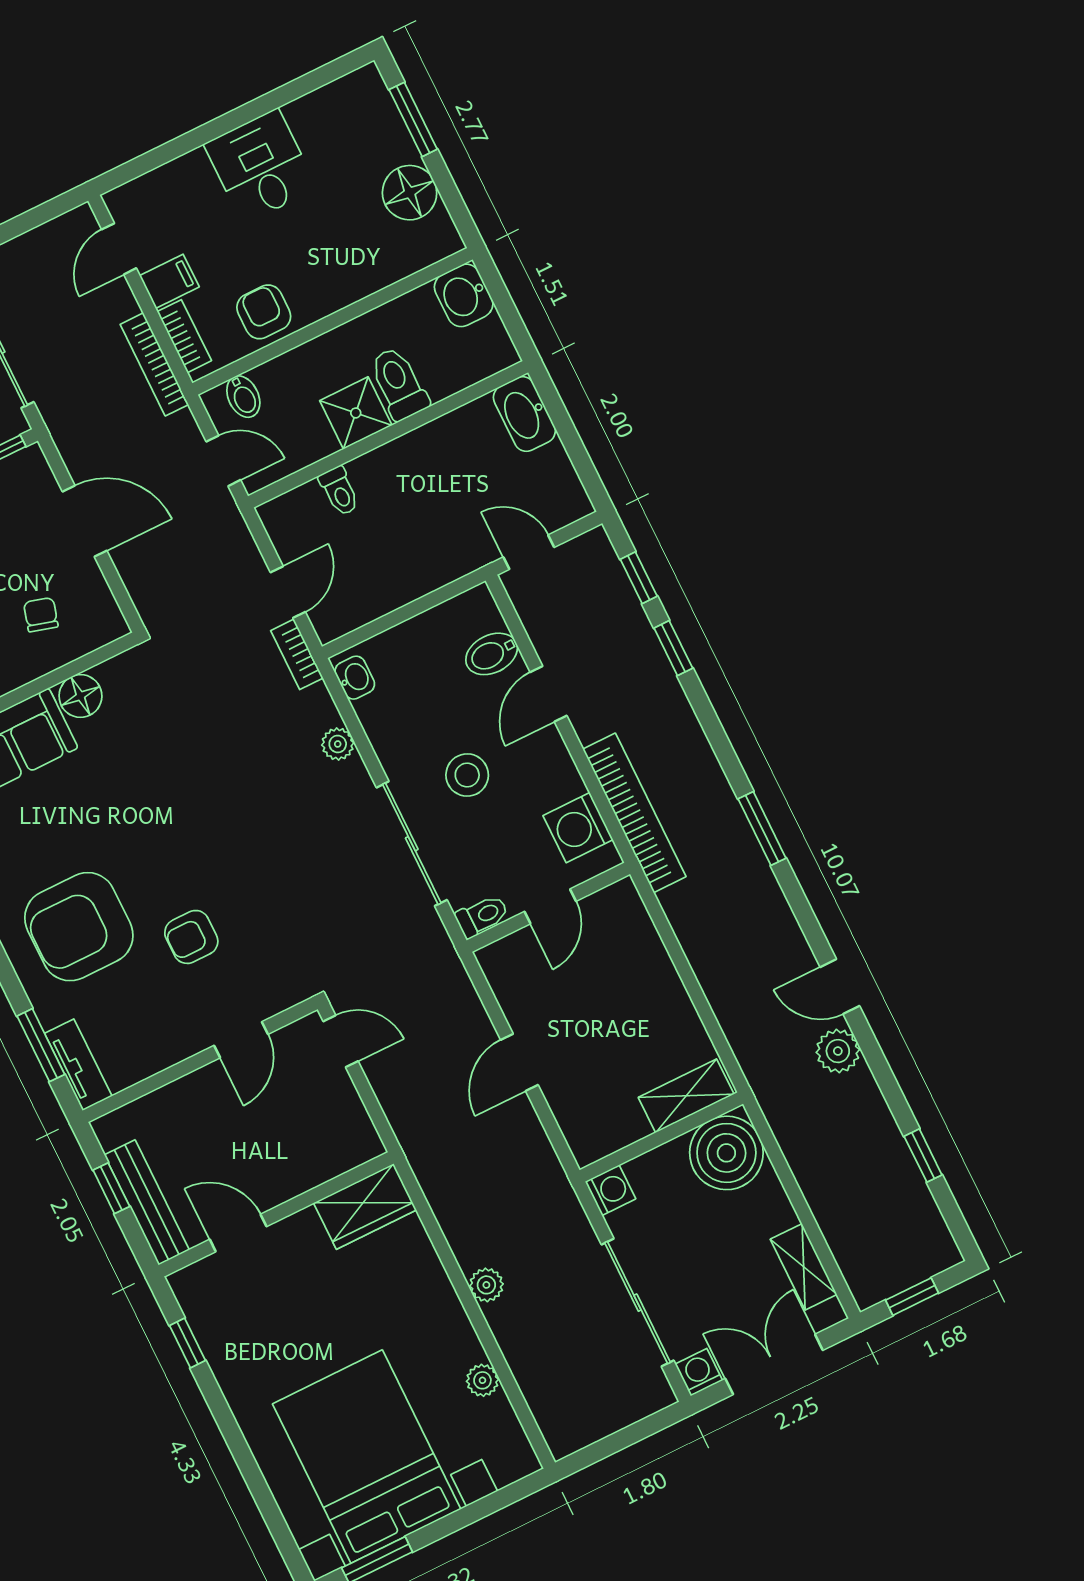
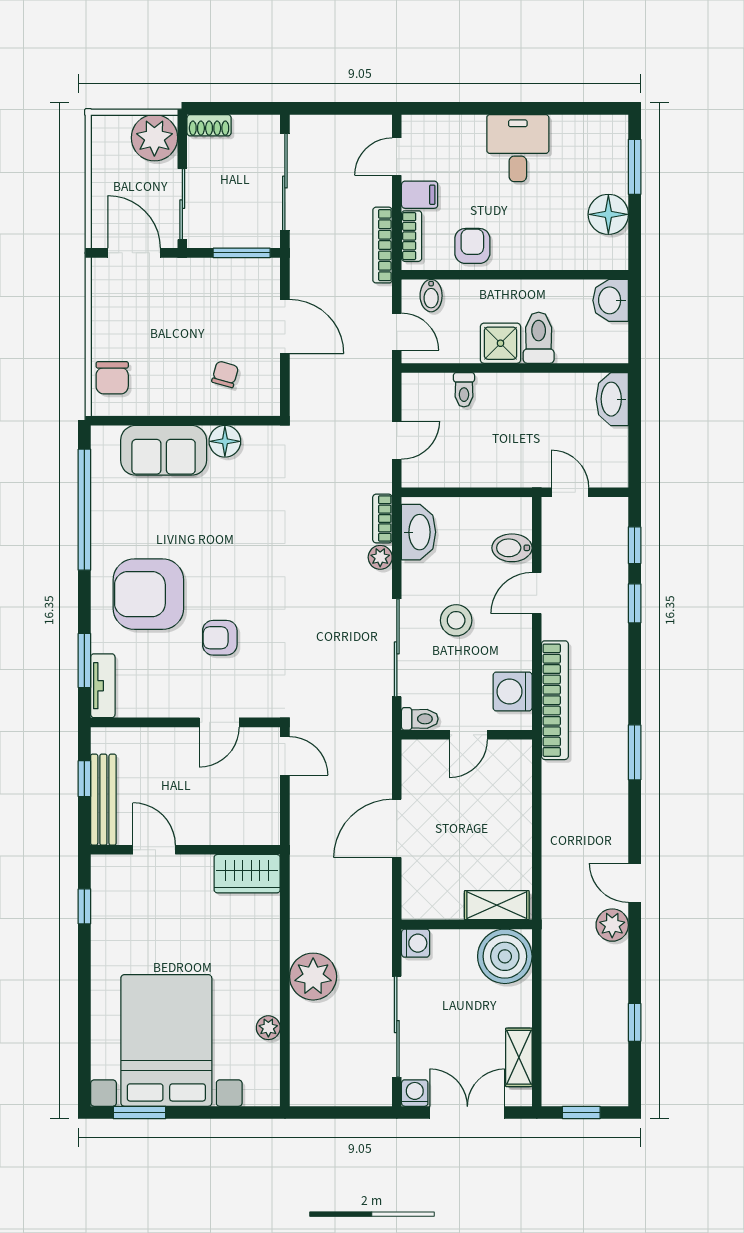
bookcase: (297, 654) -> (382, 519), moved
washbasin: (355, 678) -> (419, 532), width x1.91, depth x1.45
door: (519, 1062) -> (397, 828), width x1.38
plant: (486, 1285) -> (313, 977), width x1.88, depth x1.88

